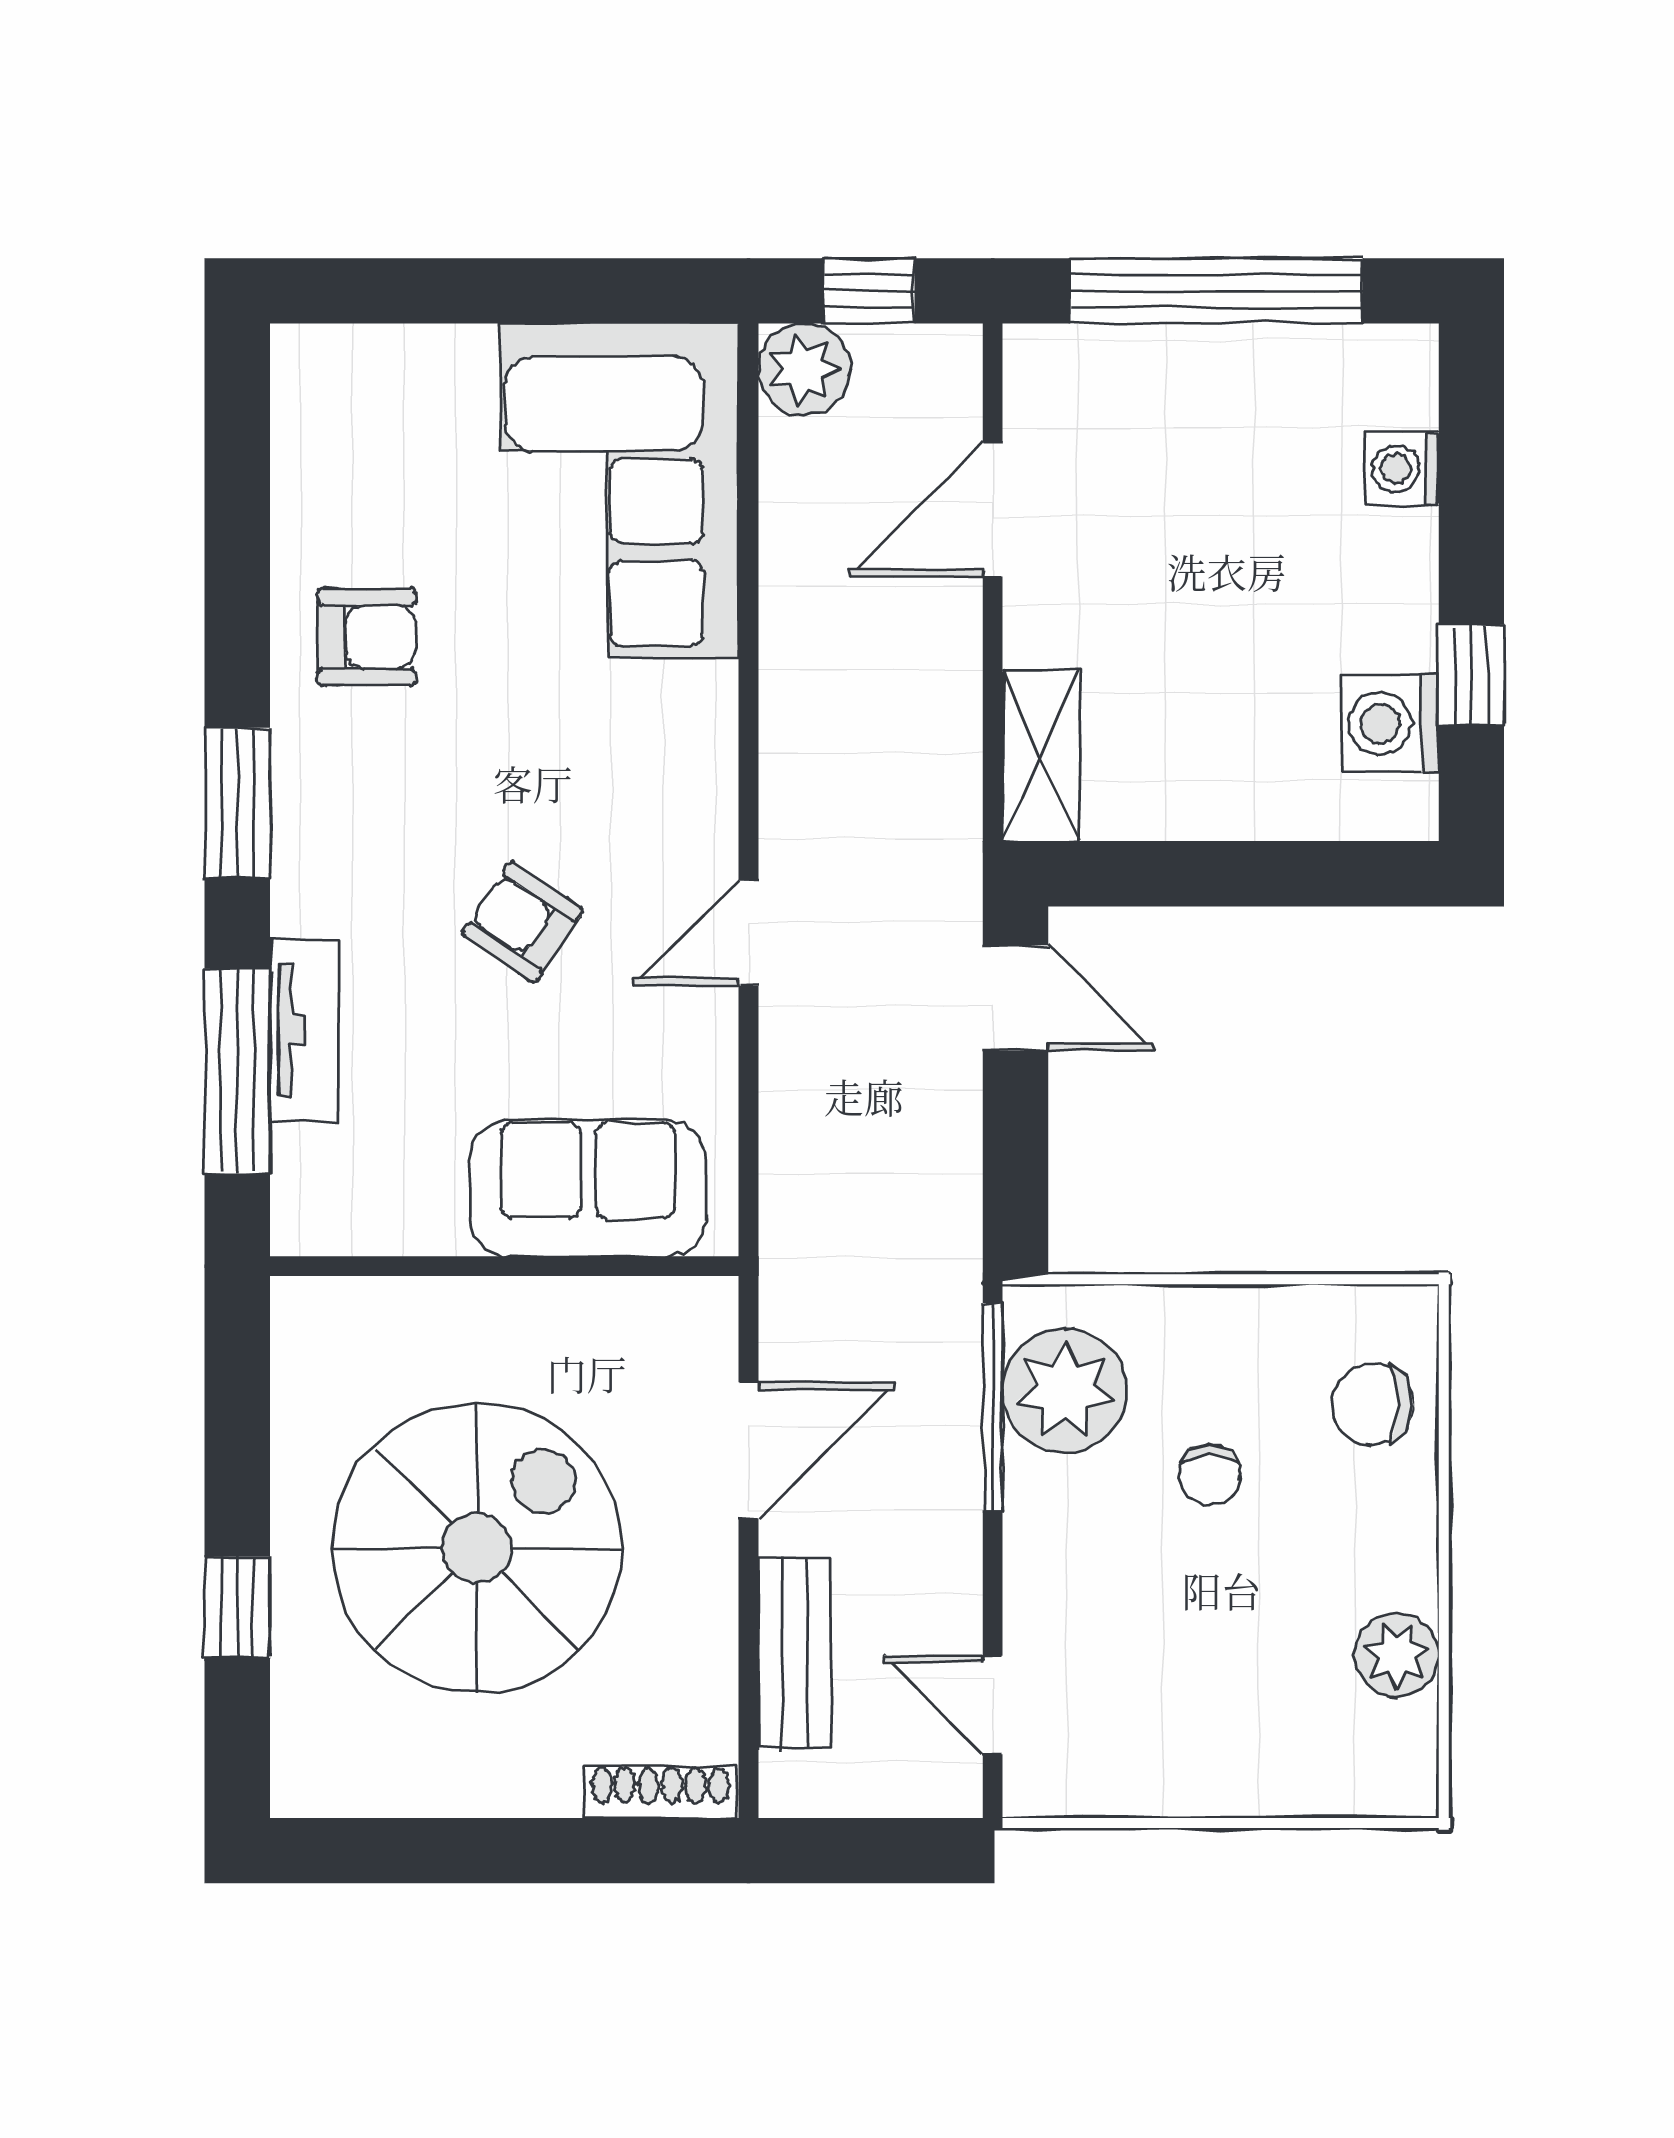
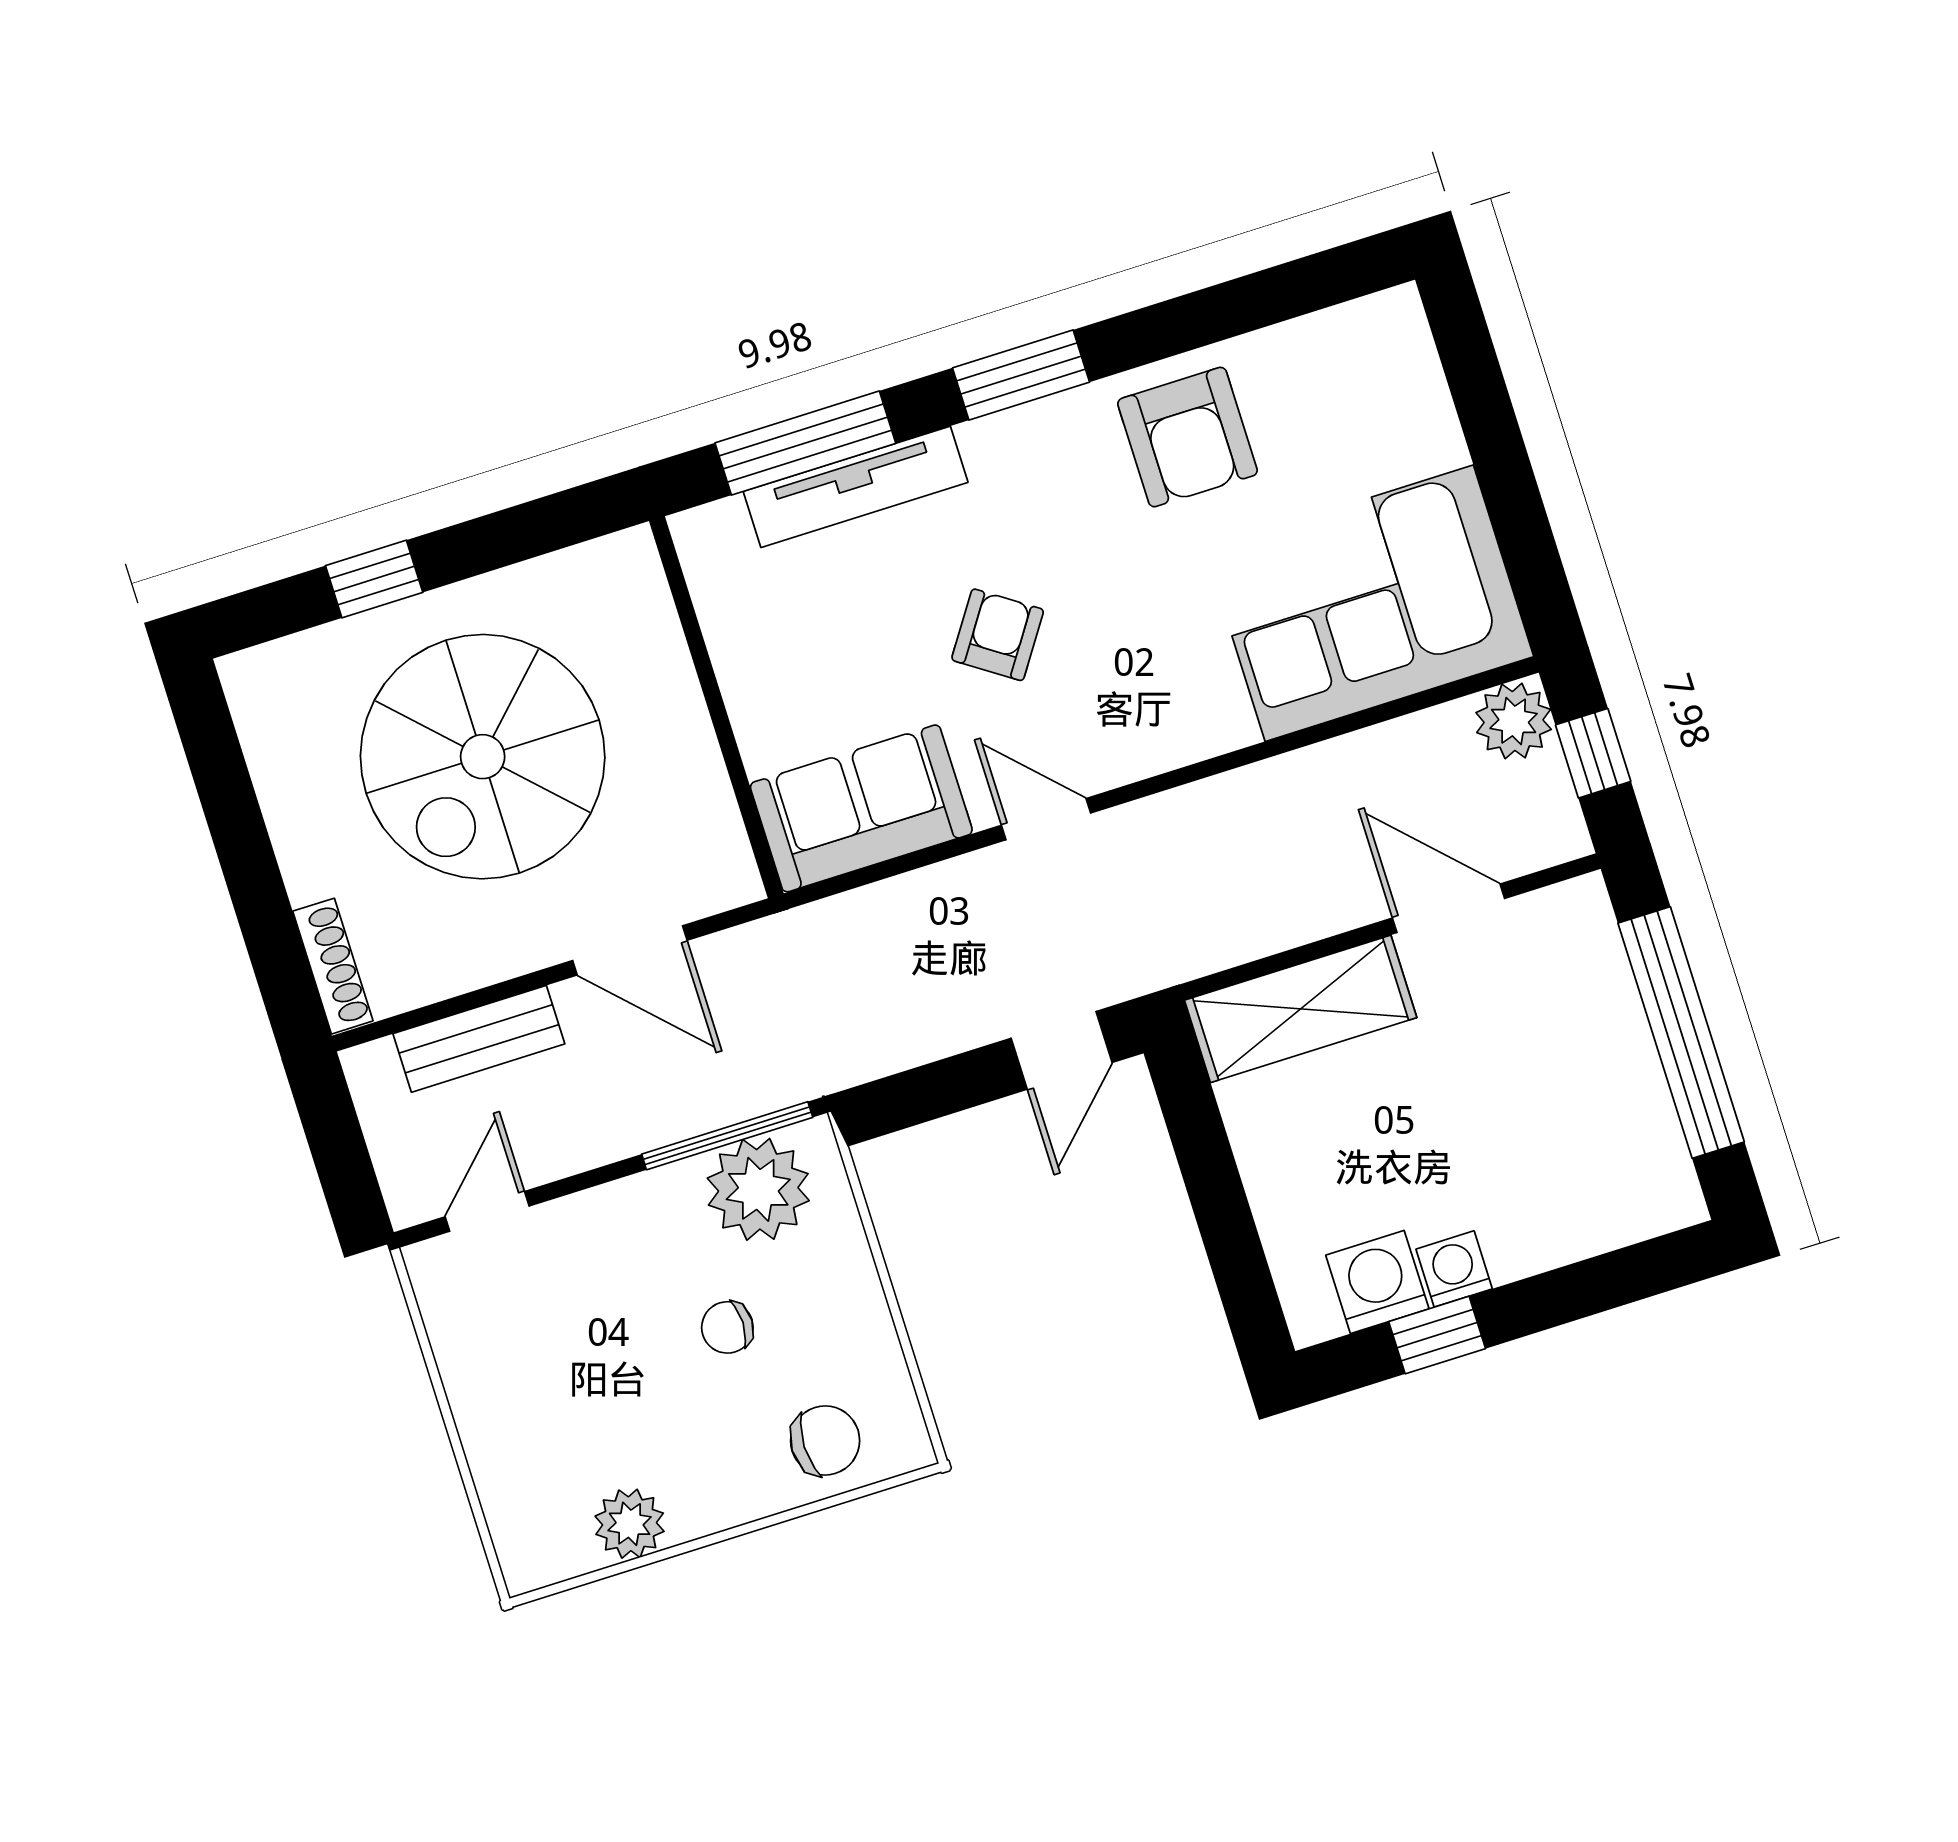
washing machine: (1403, 468) -> (1454, 1269), moved
armchair: (367, 637) -> (1187, 437), width x1.38, depth x1.38
shelving: (1041, 756) -> (1301, 1009), width x1.50, depth x1.33
tv unit: (305, 1030) -> (856, 487), width x1.41
sofa: (588, 1188) -> (861, 808), moved, turned -90
chair: (1372, 1405) -> (825, 1440), turned 90
spiral stairs: (477, 1548) -> (483, 757), turned 90

